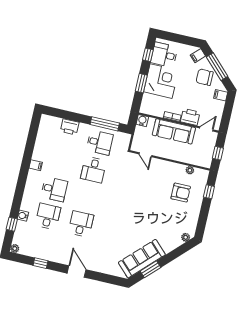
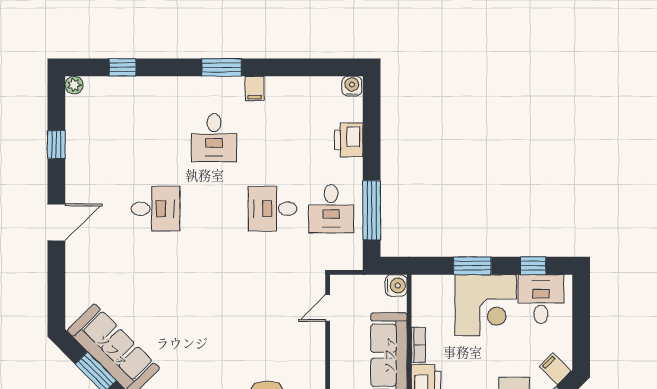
window: (22, 178) -> (222, 67), added
water cooler: (23, 216) -> (352, 86), moved
desk: (48, 216) -> (156, 138), removed

